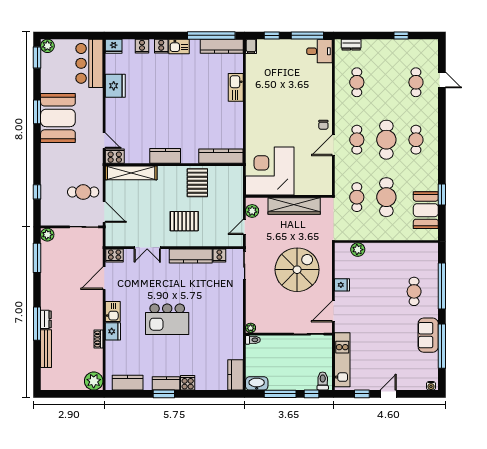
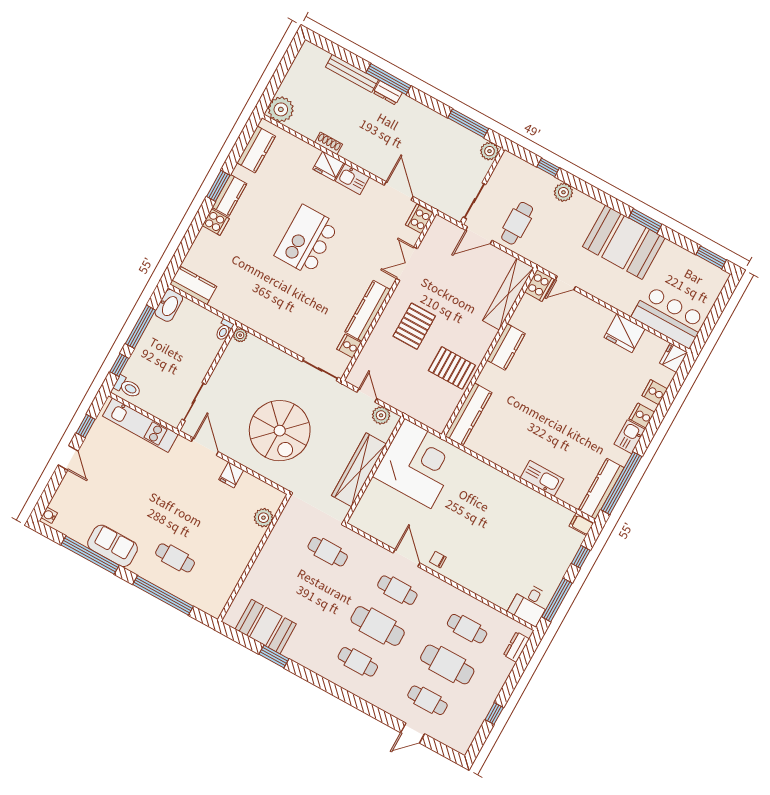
plant: (47, 46) -> (563, 192), moved
cafe table: (386, 197) -> (447, 664), moved

